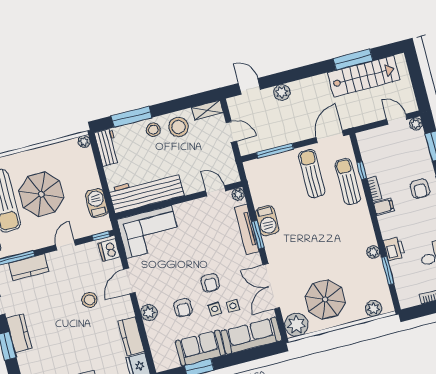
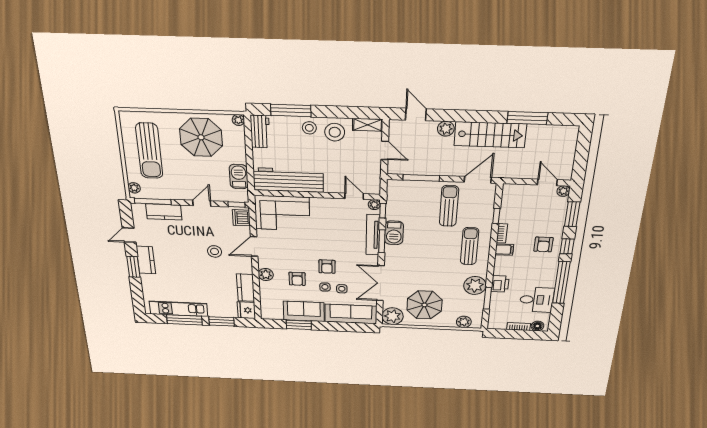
stairs: (364, 76) -> (490, 135), moved
sun lounger: (348, 182) -> (470, 246), moved
parasol: (41, 194) -> (201, 137), moved
window: (249, 199) -> (383, 211), added
plant: (373, 252) -> (475, 285), width x1.88, depth x1.88

